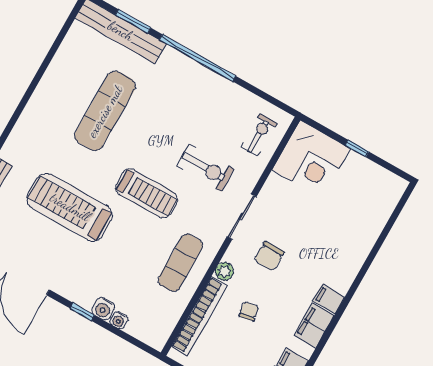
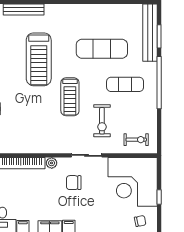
corner desk: (311, 159) -> (133, 182), width x1.36, depth x1.36
treadmill: (70, 207) -> (39, 59), turned 180
exercise mat: (180, 263) -> (125, 84), moved
chair: (249, 311) -> (140, 221), moved

